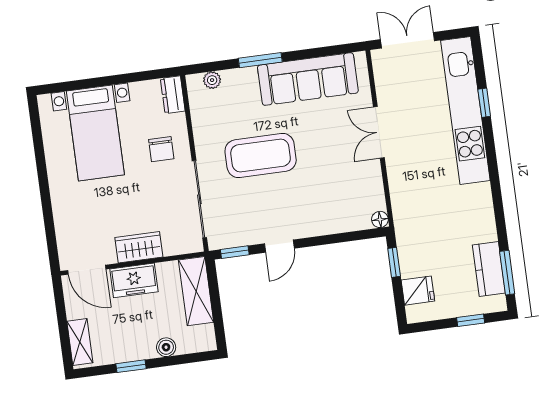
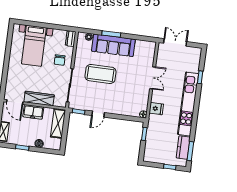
sofa: (308, 79) -> (113, 45), moved
kitchen unit: (465, 110) -> (188, 104), moved
double door: (379, 132) -> (153, 78), swing flipped
wardrobe: (139, 247) -> (39, 99), width x1.50
fridge: (418, 291) -> (156, 109), moved

